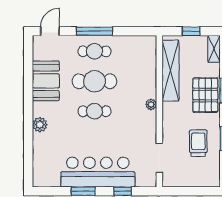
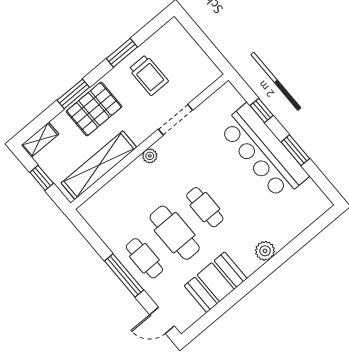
trolley: (198, 143) -> (149, 75), turned -90
doorway: (159, 158) -> (176, 120), moved

